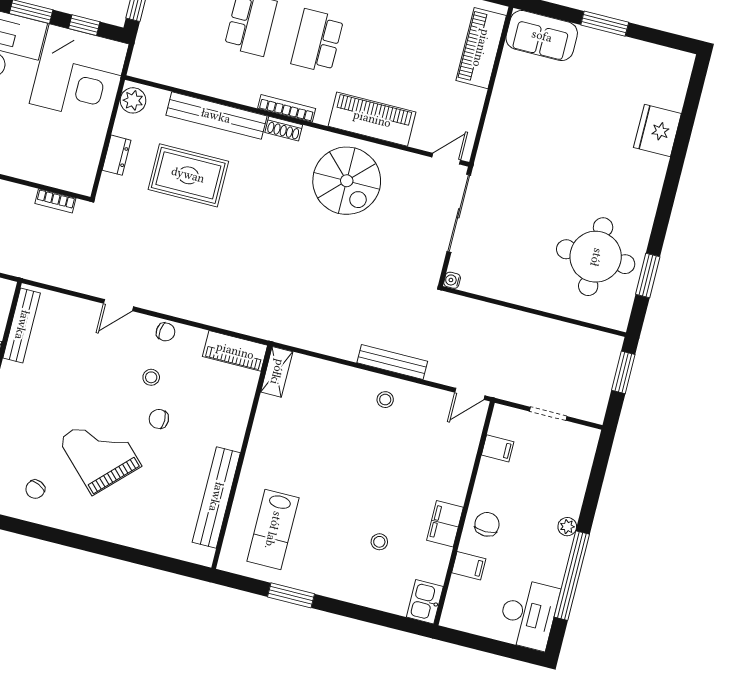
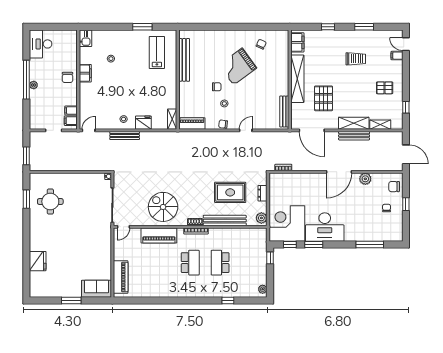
round table: (596, 257) -> (50, 201), width x0.73, depth x0.73
fridge: (343, 380) -> (143, 123), added
grand piano: (100, 452) -> (238, 66), turned 99
filing cabinet: (469, 566) -> (71, 121), moved
window: (572, 576) -> (26, 80), moved

